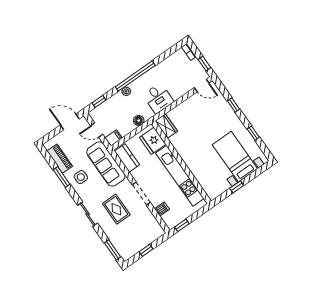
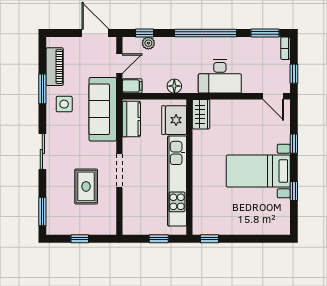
window: (171, 51) -> (265, 33), added
plant: (126, 91) -> (148, 43), moved
desk: (158, 98) -> (220, 76), width x1.37
door: (97, 130) -> (119, 64), swing flipped
bed with nightstands: (235, 157) -> (258, 171), moved, turned -90
window: (237, 187) -> (209, 239), moved
rug: (116, 209) -> (86, 186), moved
dishwasher: (162, 209) -> (131, 205), removed
window: (182, 225) -> (159, 239), moved

